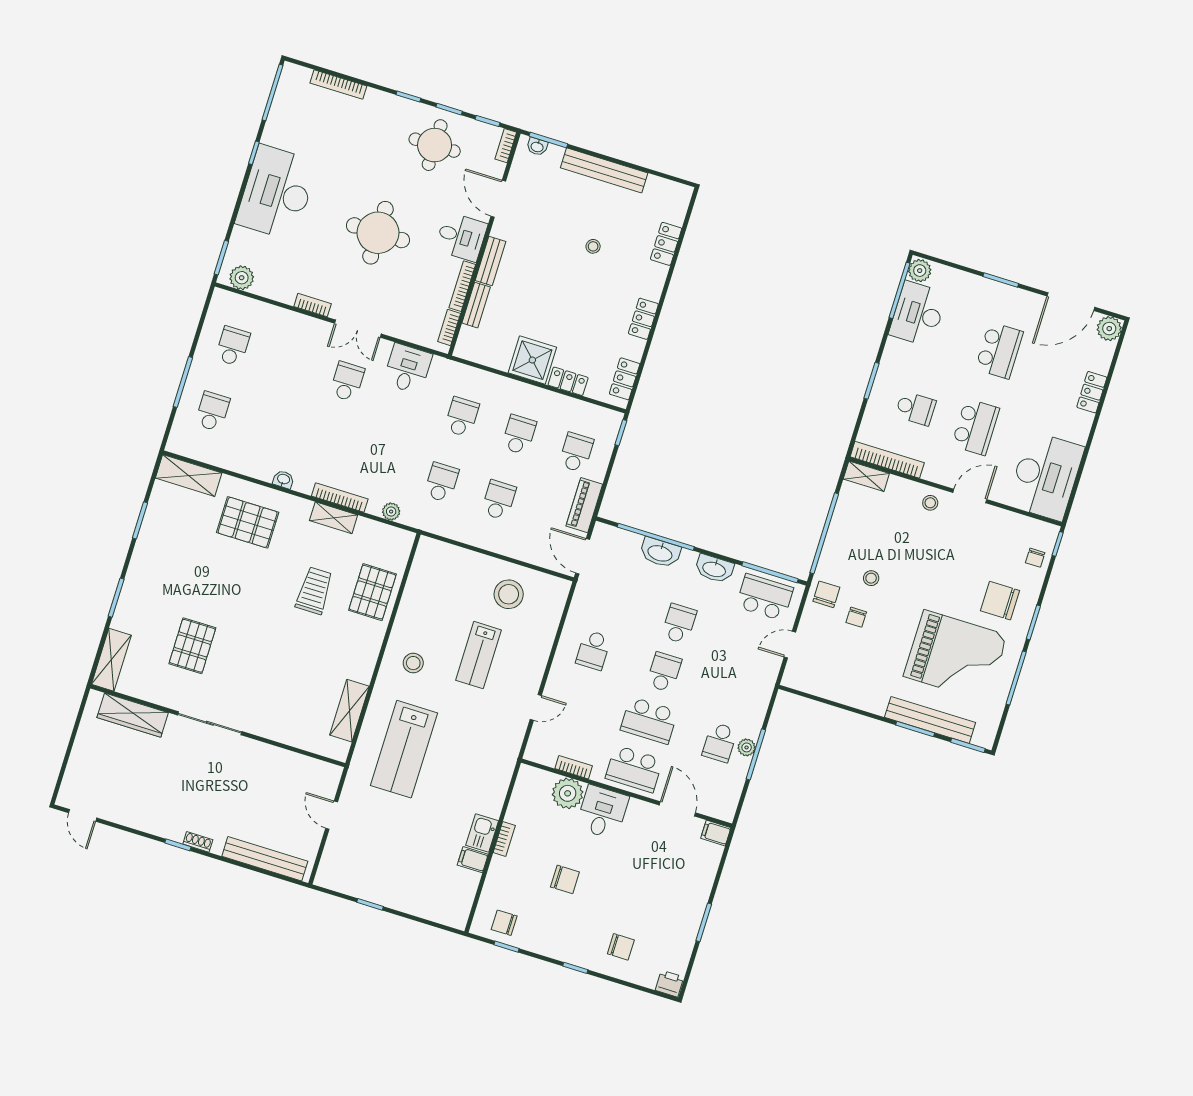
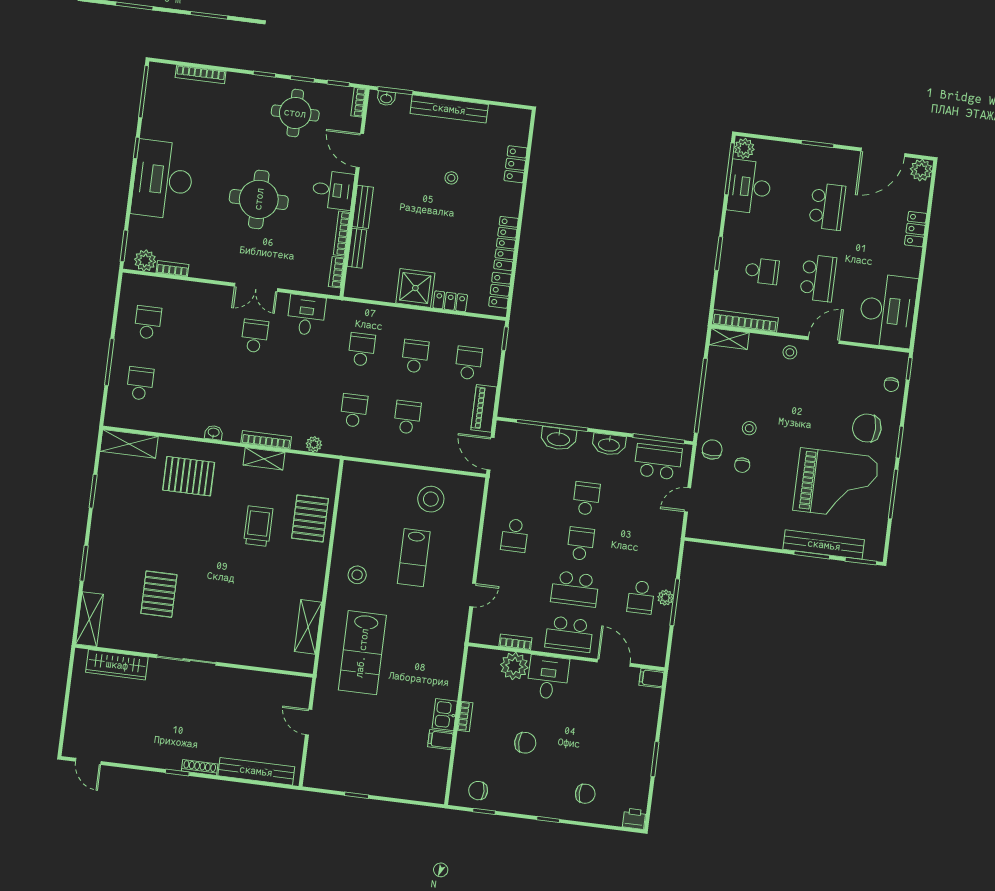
bookcase: (313, 305) -> (172, 269), moved
locker: (643, 319) -> (506, 244), width x1.53
shoe rack: (198, 842) -> (200, 768), width x1.43

